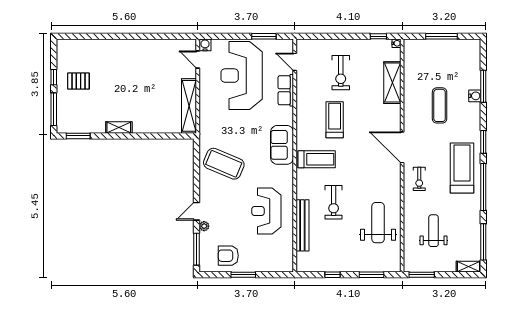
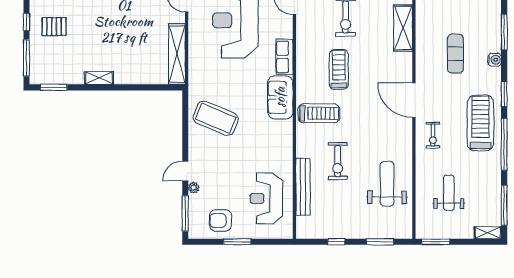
row of seats: (286, 90) -> (285, 57), moved
water cooler: (475, 96) -> (495, 60), moved
reception desk: (266, 211) -> (266, 198), moved

